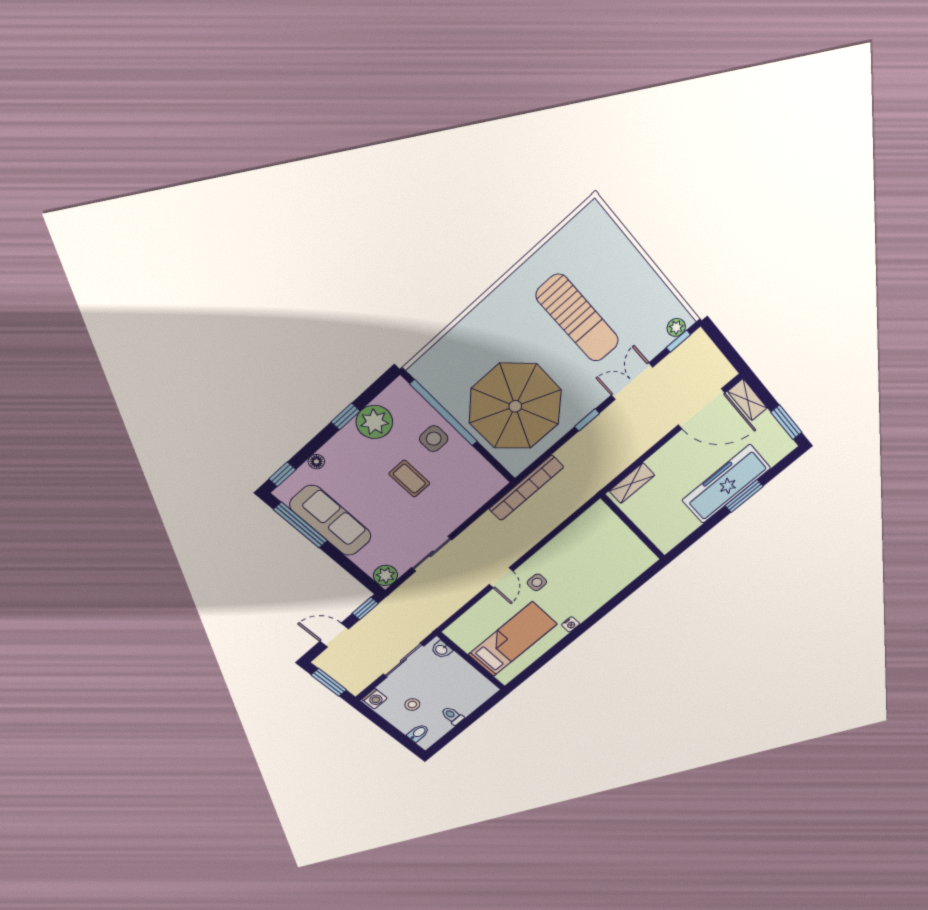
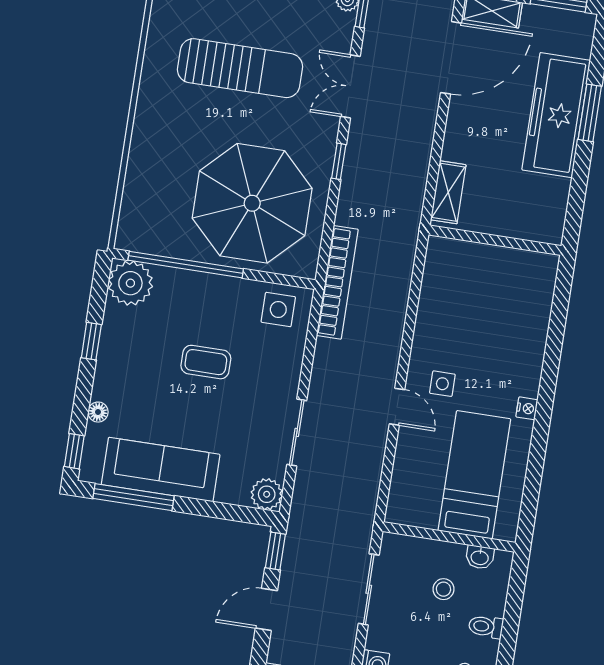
plant: (374, 422) -> (130, 283), moved
side table: (434, 439) -> (278, 310), moved
washbasin: (442, 650) -> (480, 557), moved
stool: (412, 705) -> (443, 589), moved

